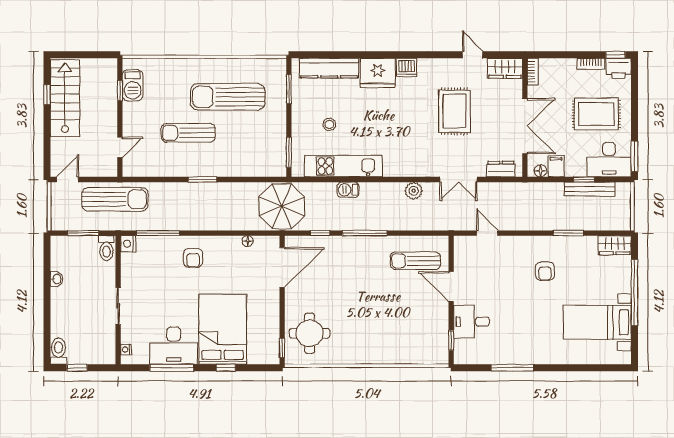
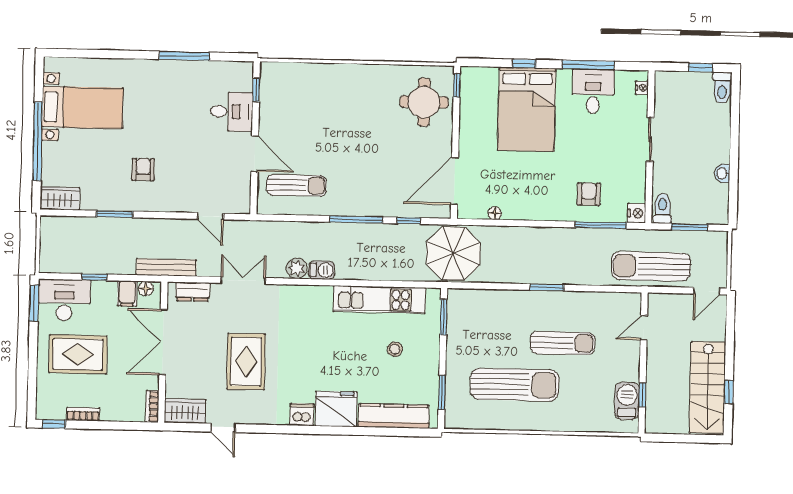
printer: (619, 68) -> (50, 408), removed
bench: (590, 189) -> (166, 267), moved
barbecue: (348, 190) -> (322, 270), moved
armchair: (193, 258) -> (589, 194), moved
desk: (174, 346) -> (593, 91), width x0.73

